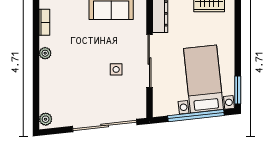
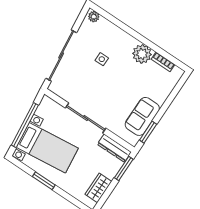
plant: (45, 53) -> (142, 54), width x1.88, depth x1.88
side table: (116, 69) -> (102, 59), moved
window: (238, 90) -> (44, 181), moved

